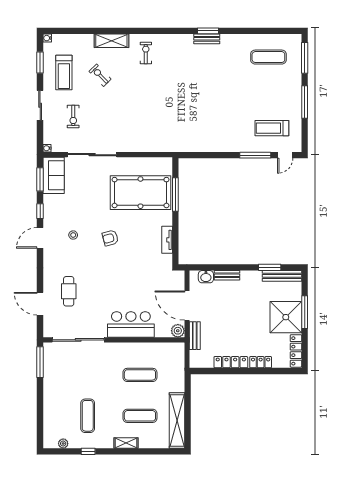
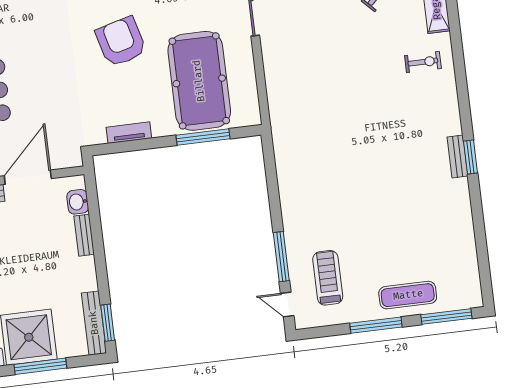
exercise mat: (268, 57) -> (408, 295), moved, turned 90
armchair: (110, 238) -> (121, 42), width x1.88, depth x1.88
window: (270, 267) -> (108, 323), moved

